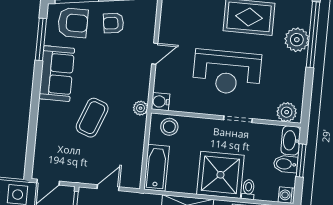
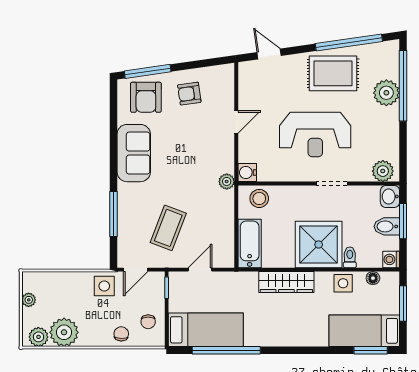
armchair: (73, 23) -> (146, 97), turned 90
window: (41, 39) -> (113, 214), moved
coffee table: (92, 118) -> (168, 228), moved
washbasin: (291, 140) -> (390, 196), width x0.72

